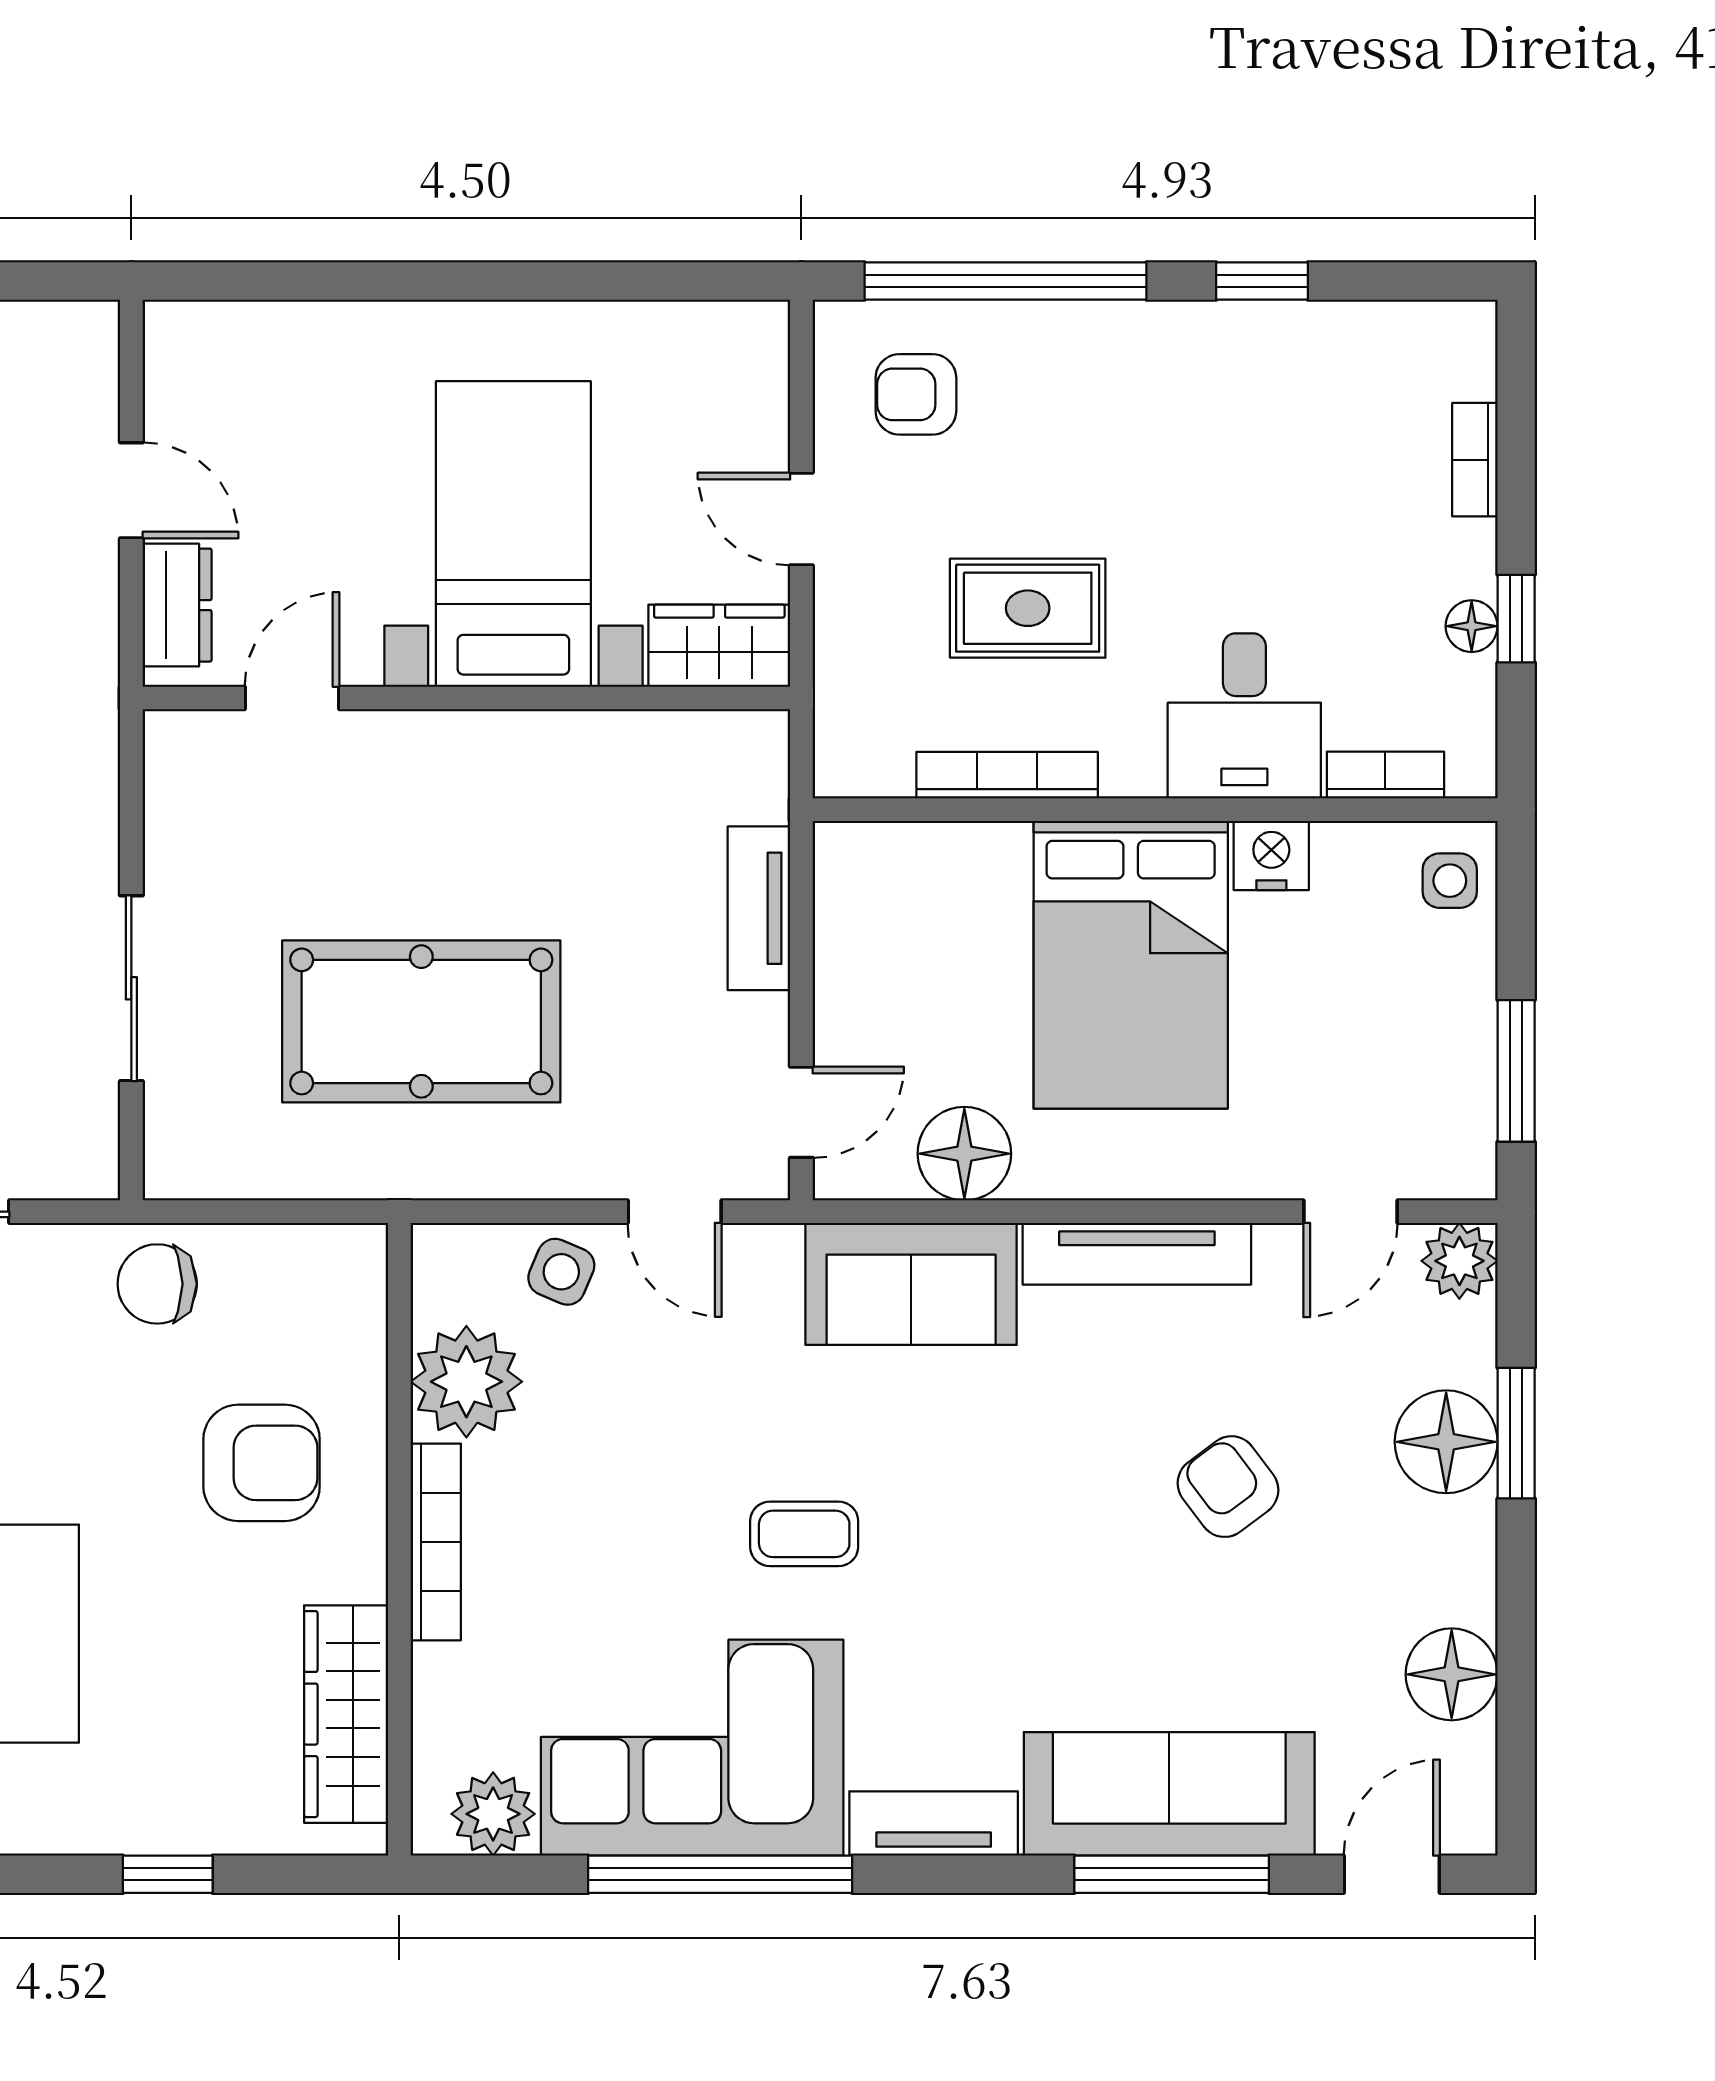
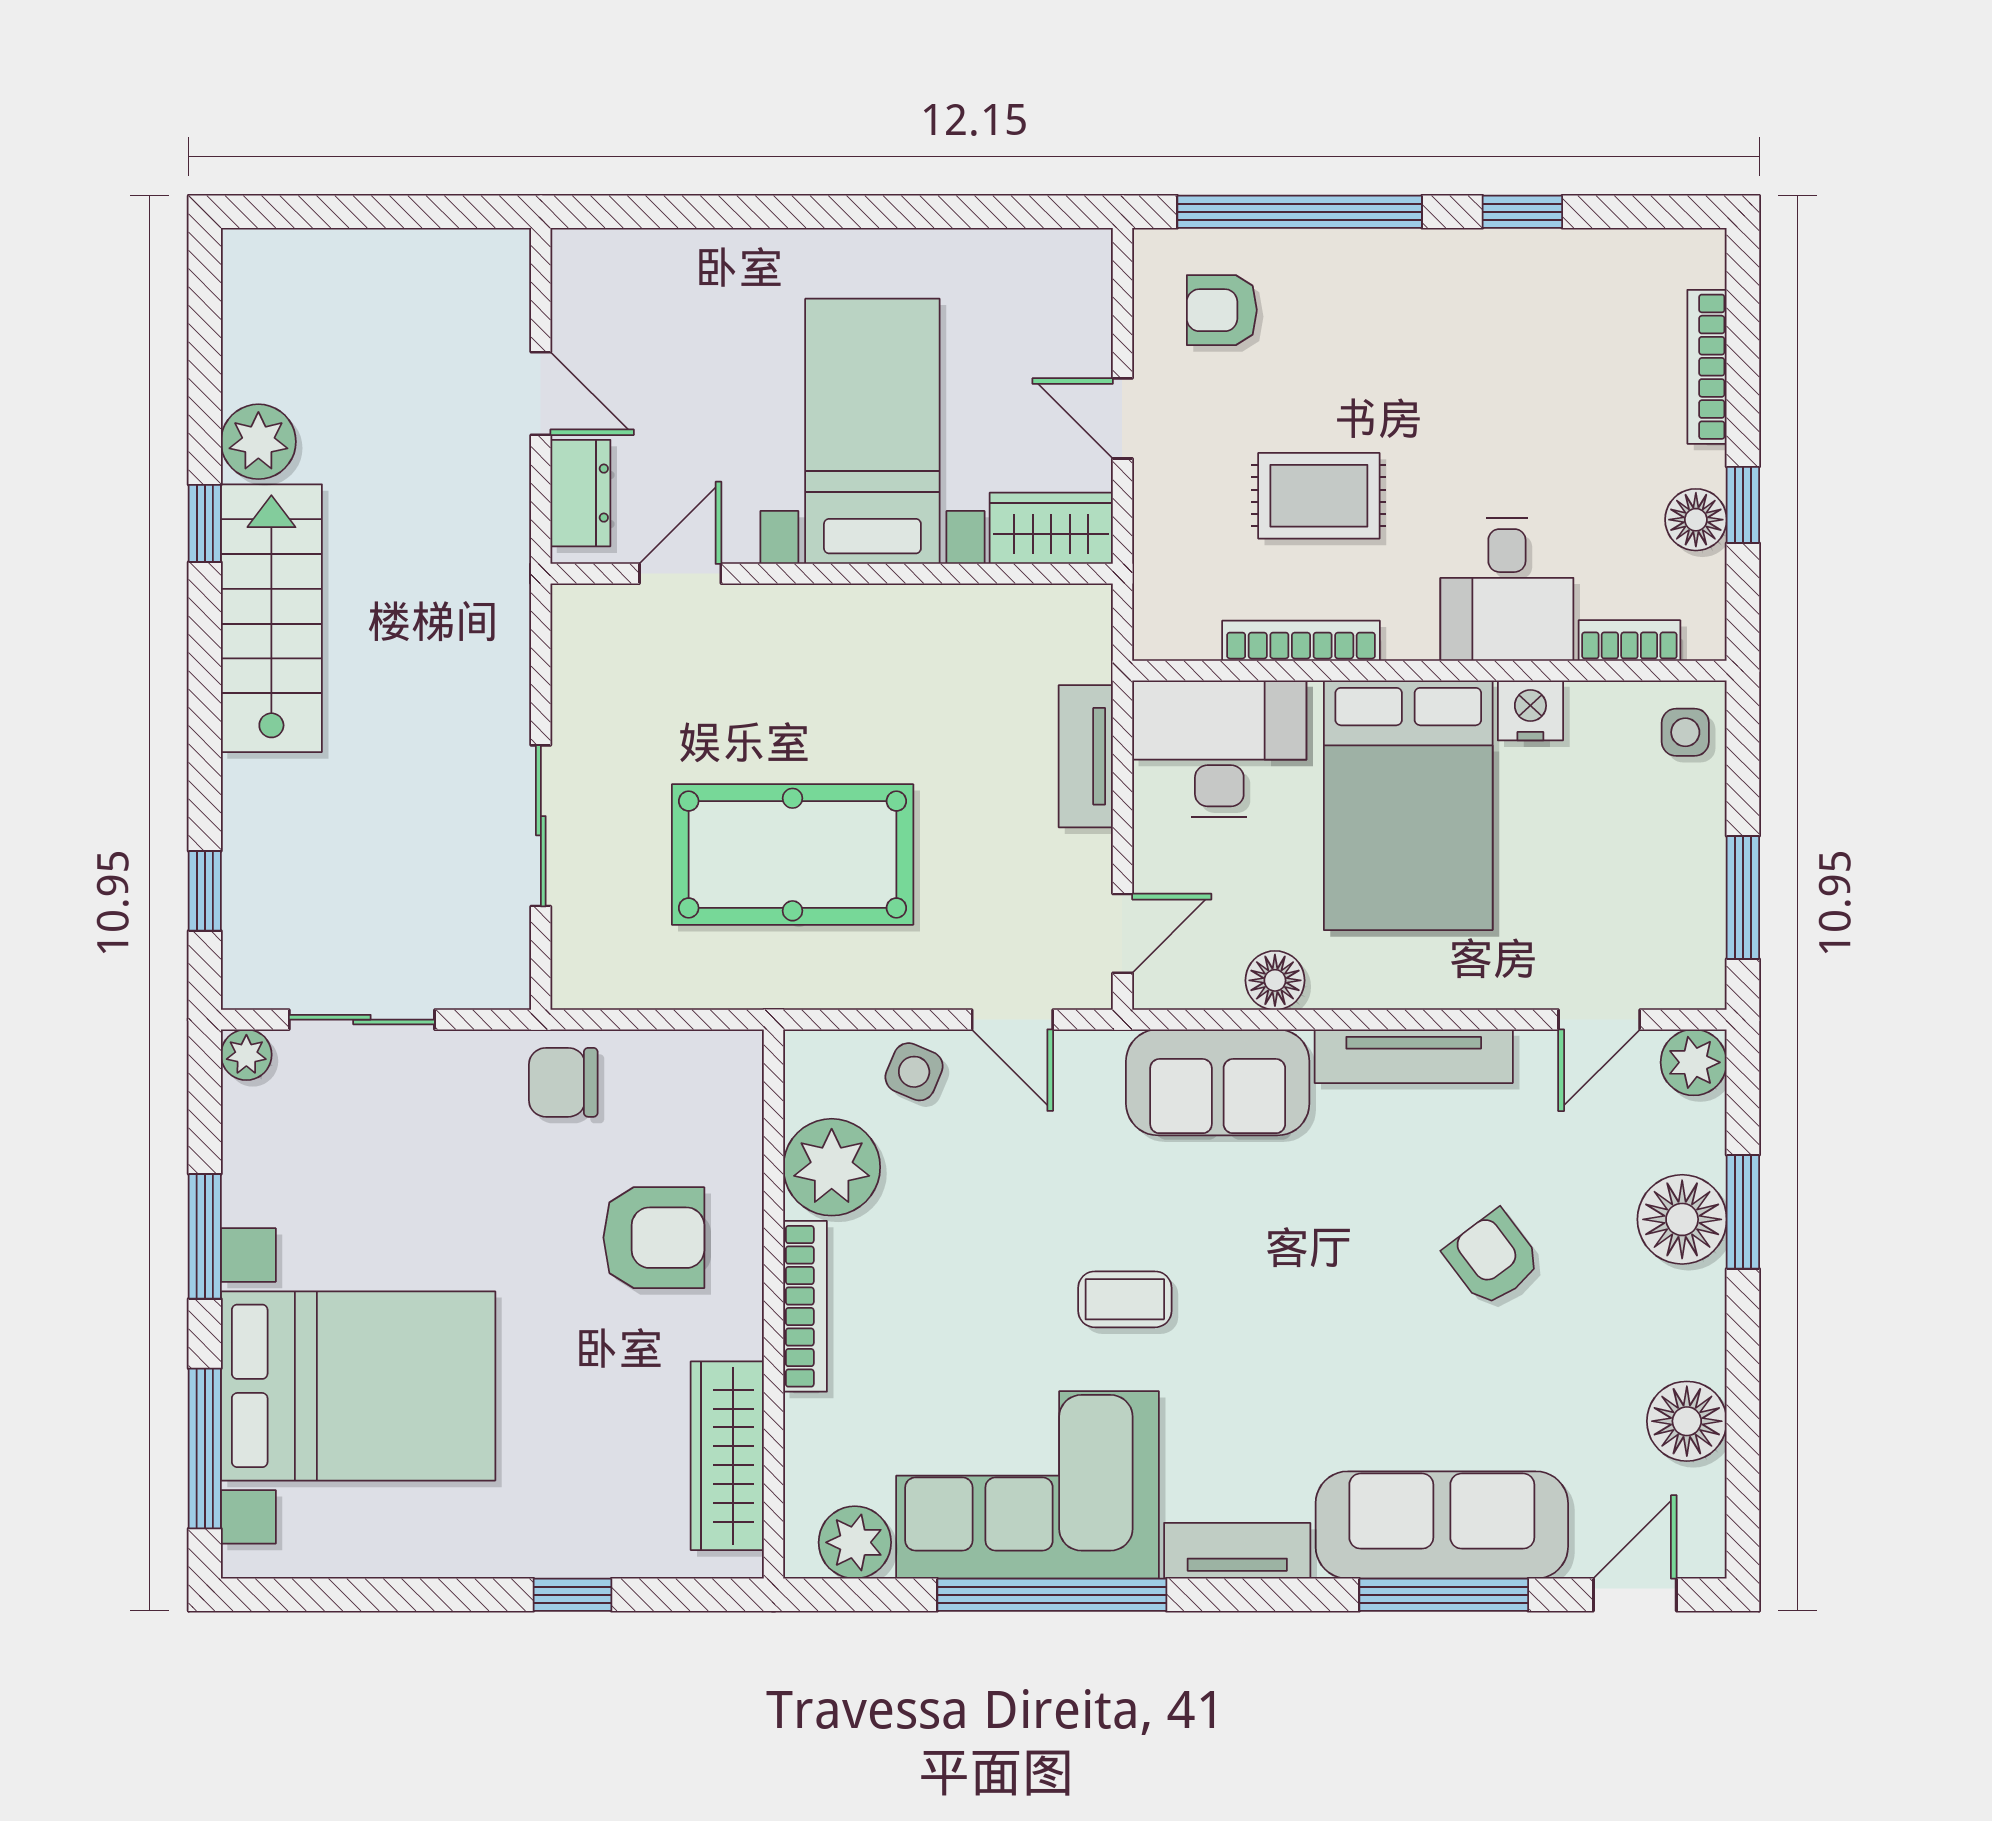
bookcase: (1475, 460) -> (1707, 367), width x1.56
floor lamp: (1472, 626) -> (1696, 520), width x1.37, depth x1.37
desk: (913, 900) -> (1219, 749), added
floor lamp: (964, 1154) -> (1275, 980), width x0.73, depth x0.73

